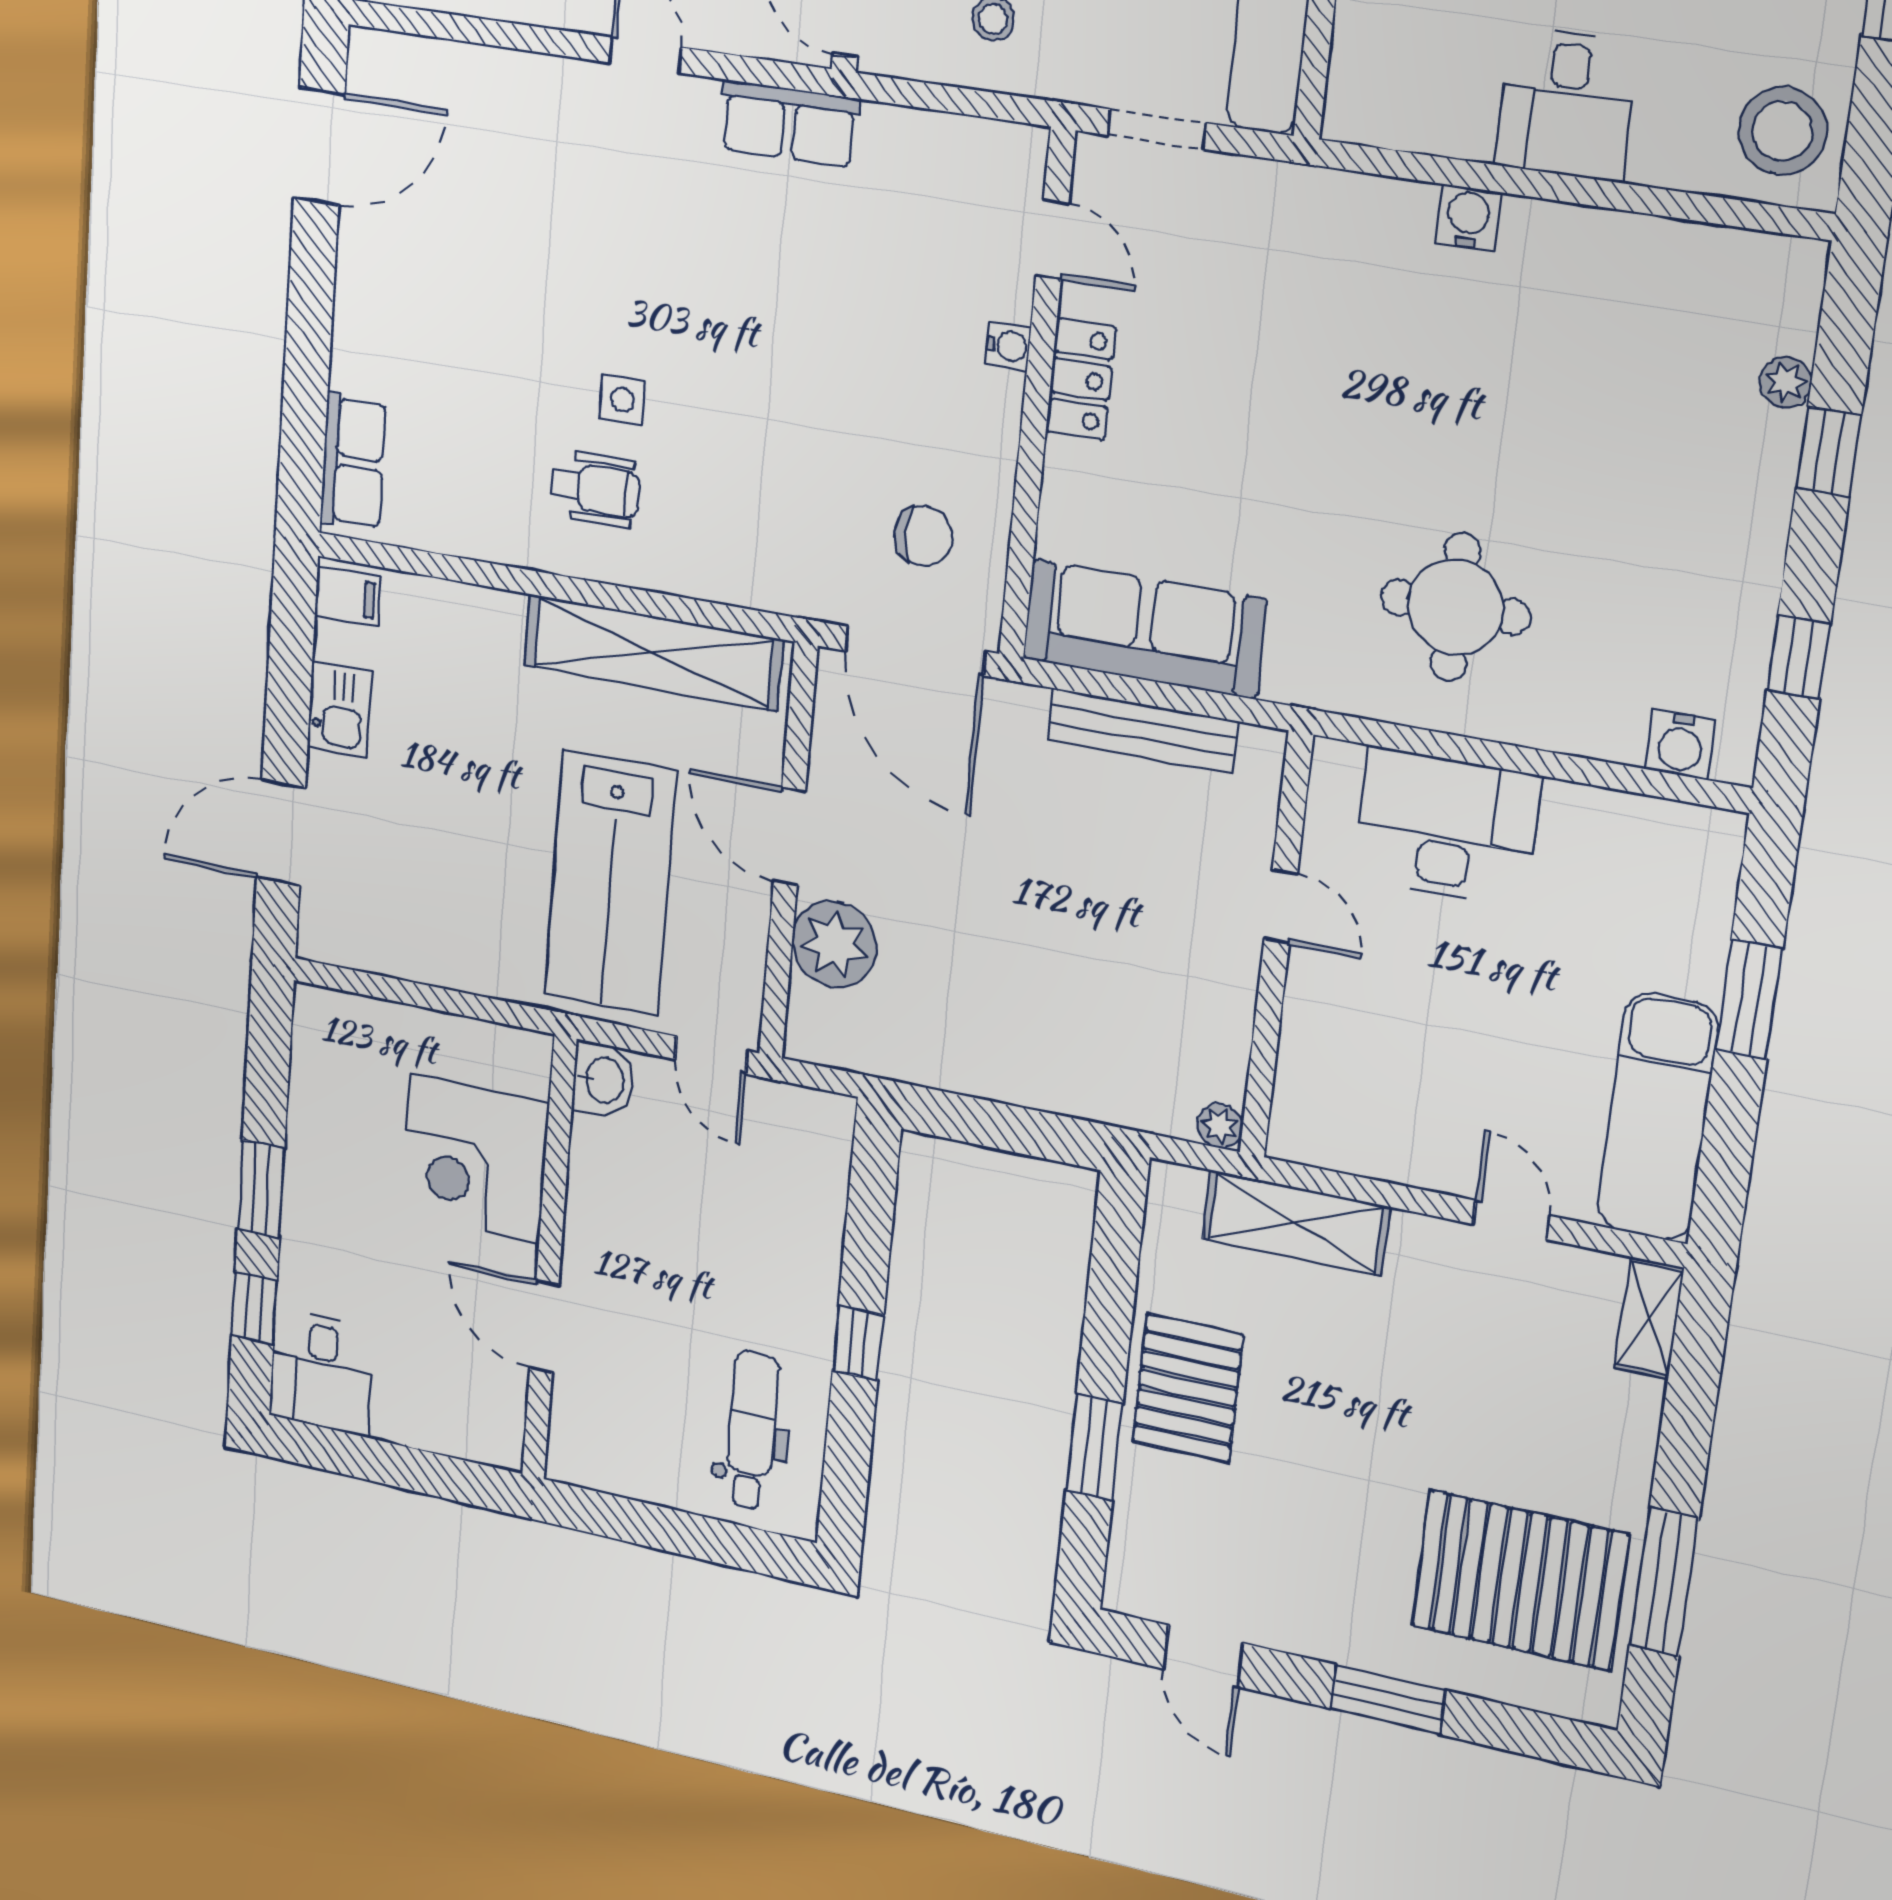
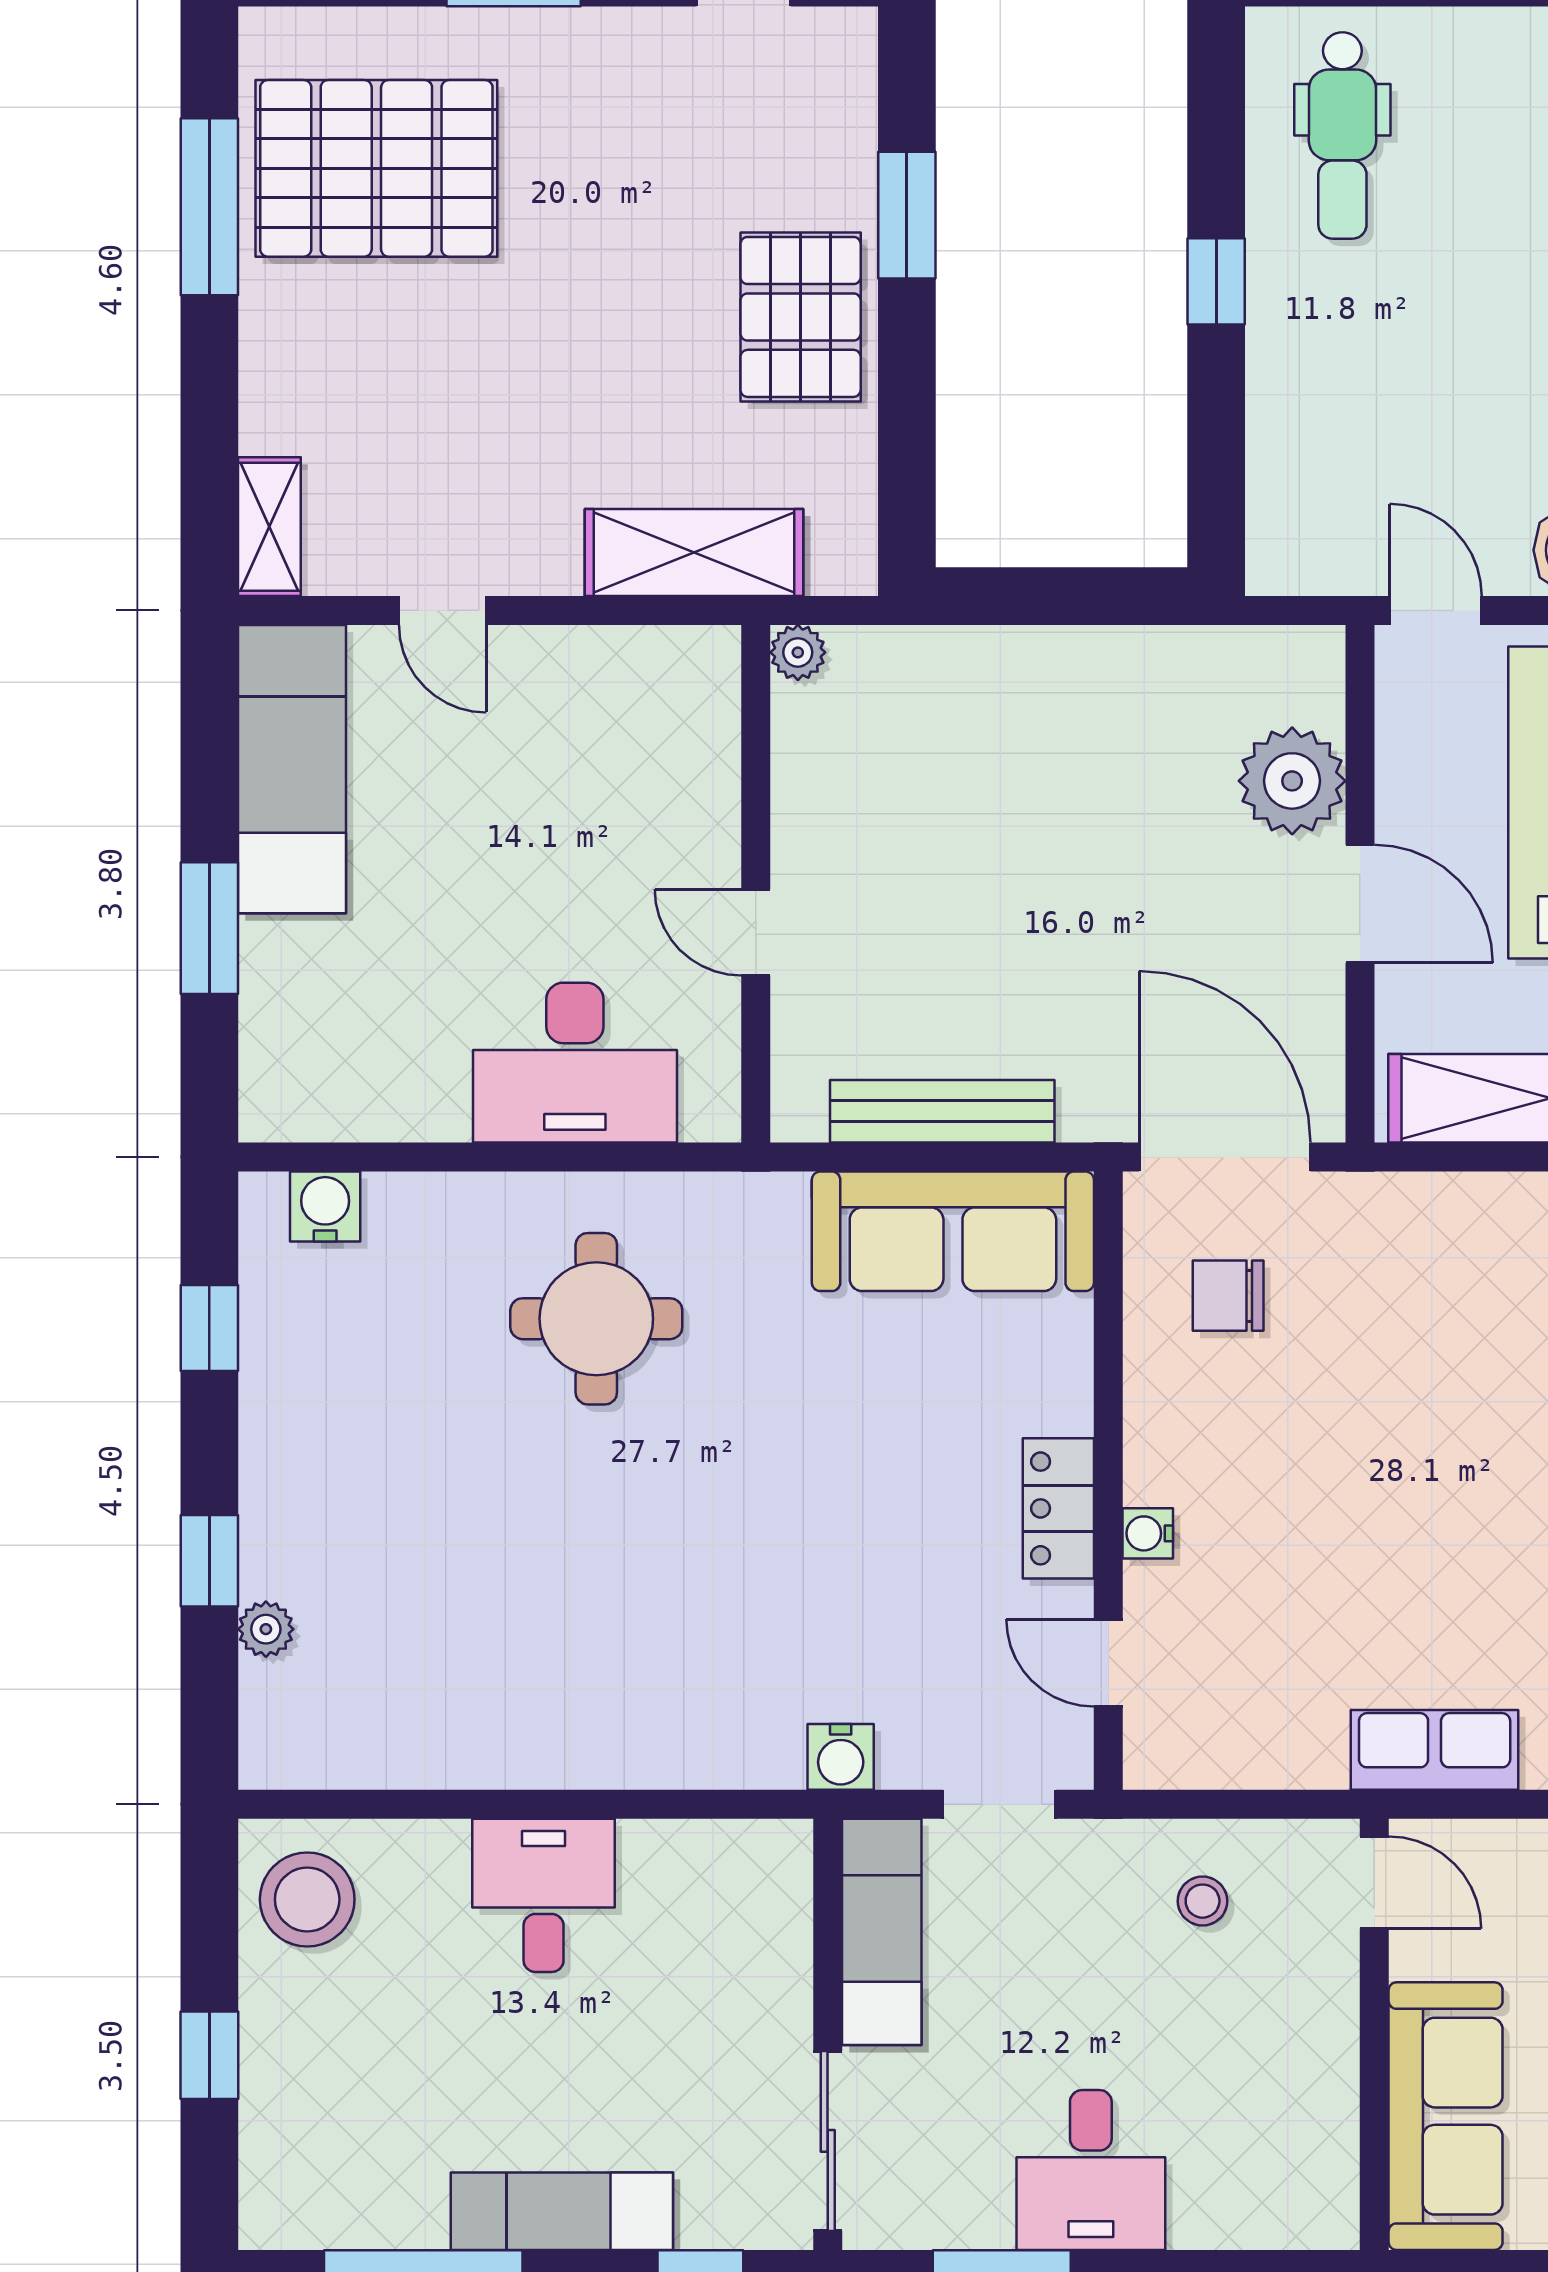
water cooler: (1468, 218) -> (841, 1757), moved

